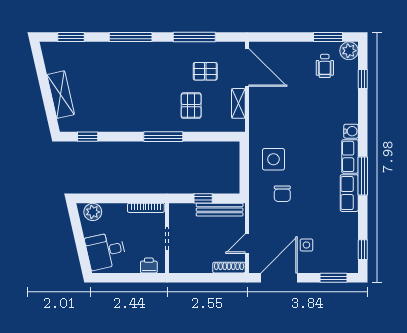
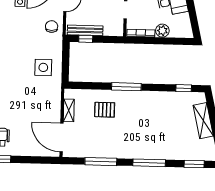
pallet: (205, 71) -> (93, 135), removed
pallet: (191, 106) -> (105, 110), turned 90
chair: (282, 194) -> (52, 26), moved
window: (203, 198) -> (86, 39), moved
plant: (93, 212) -> (162, 31), moved

